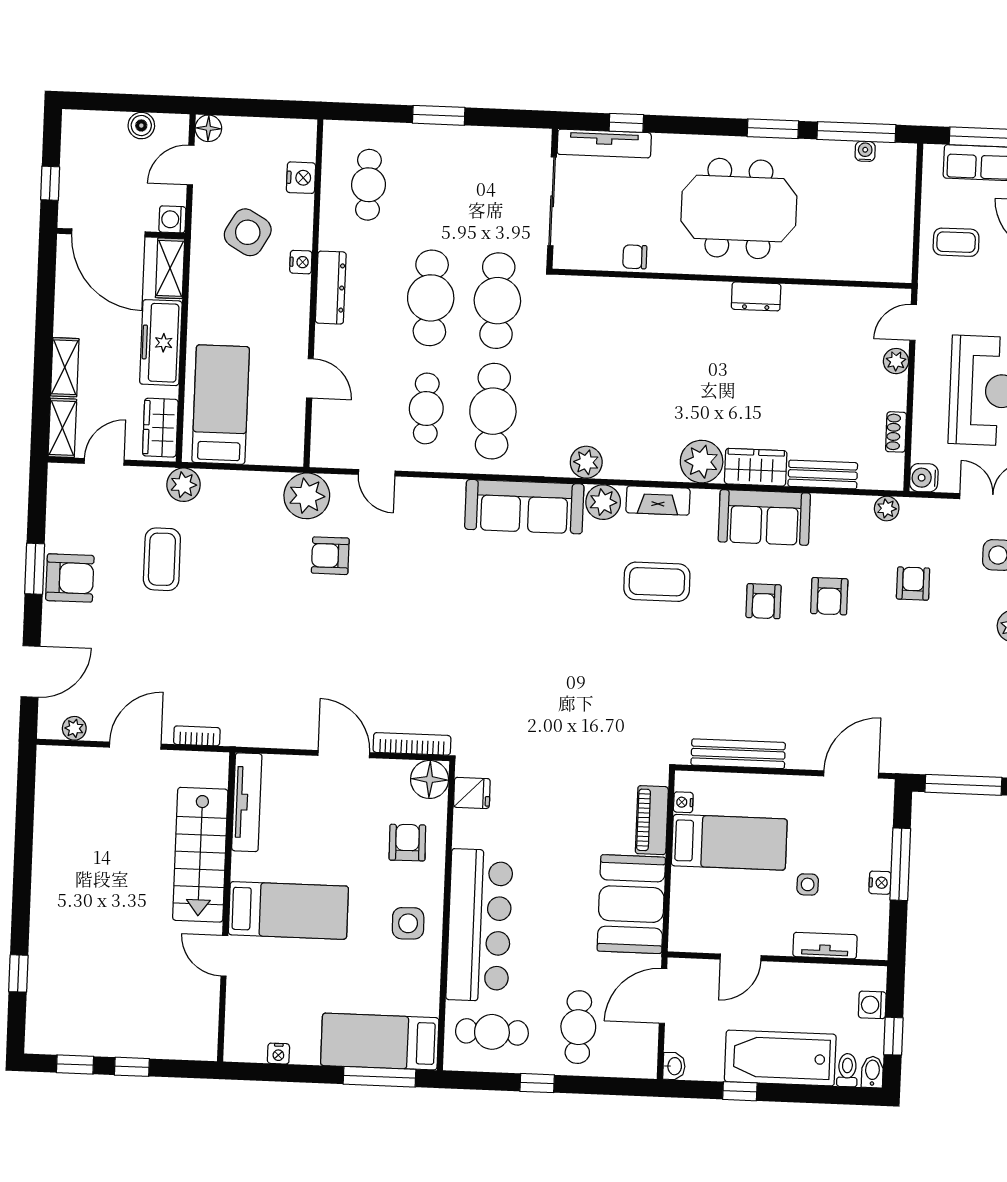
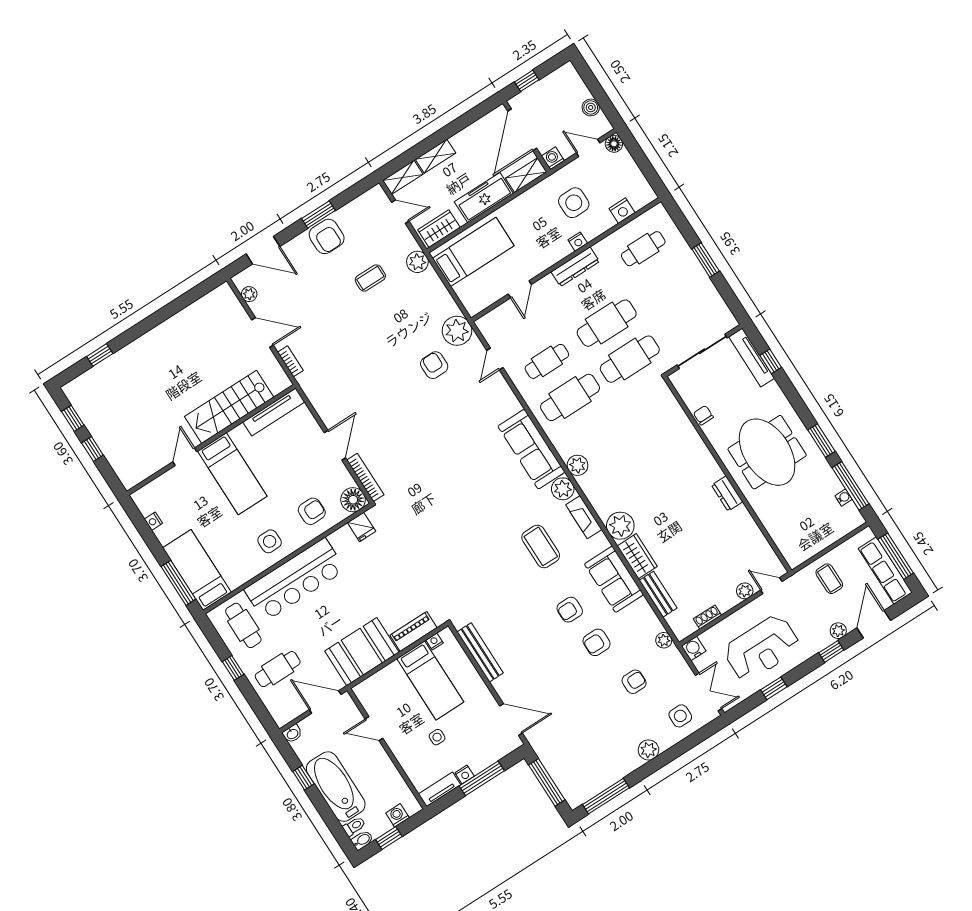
side table: (248, 232) -> (574, 203), turned -30
coffee table: (162, 559) -> (370, 278), width x0.73, depth x0.77
tv unit: (825, 946) -> (440, 789), moved, turned -90

